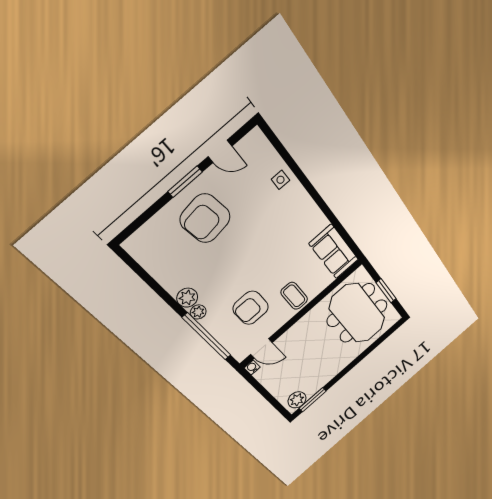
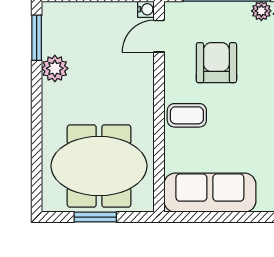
sofa: (334, 252) -> (210, 193), width x1.36
plant: (297, 400) -> (55, 68), moved

